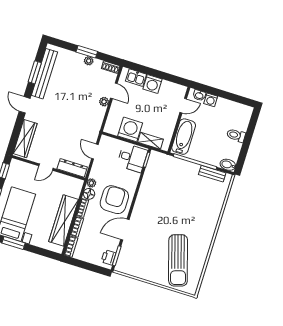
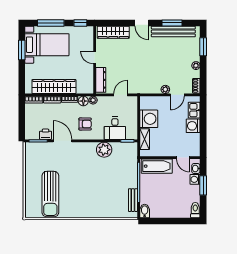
window: (87, 52) -> (203, 47), moved
window: (220, 93) -> (203, 185), added
door: (25, 105) -> (142, 23), swing flipped
toilet: (236, 135) -> (195, 210), moved
desk: (132, 158) -> (115, 128), moved
plant: (148, 188) -> (104, 150), added
armchair: (114, 200) -> (85, 124), width x0.53, depth x0.53
printer: (108, 257) -> (46, 134), moved
sun lounger: (178, 260) -> (50, 194), turned -73

